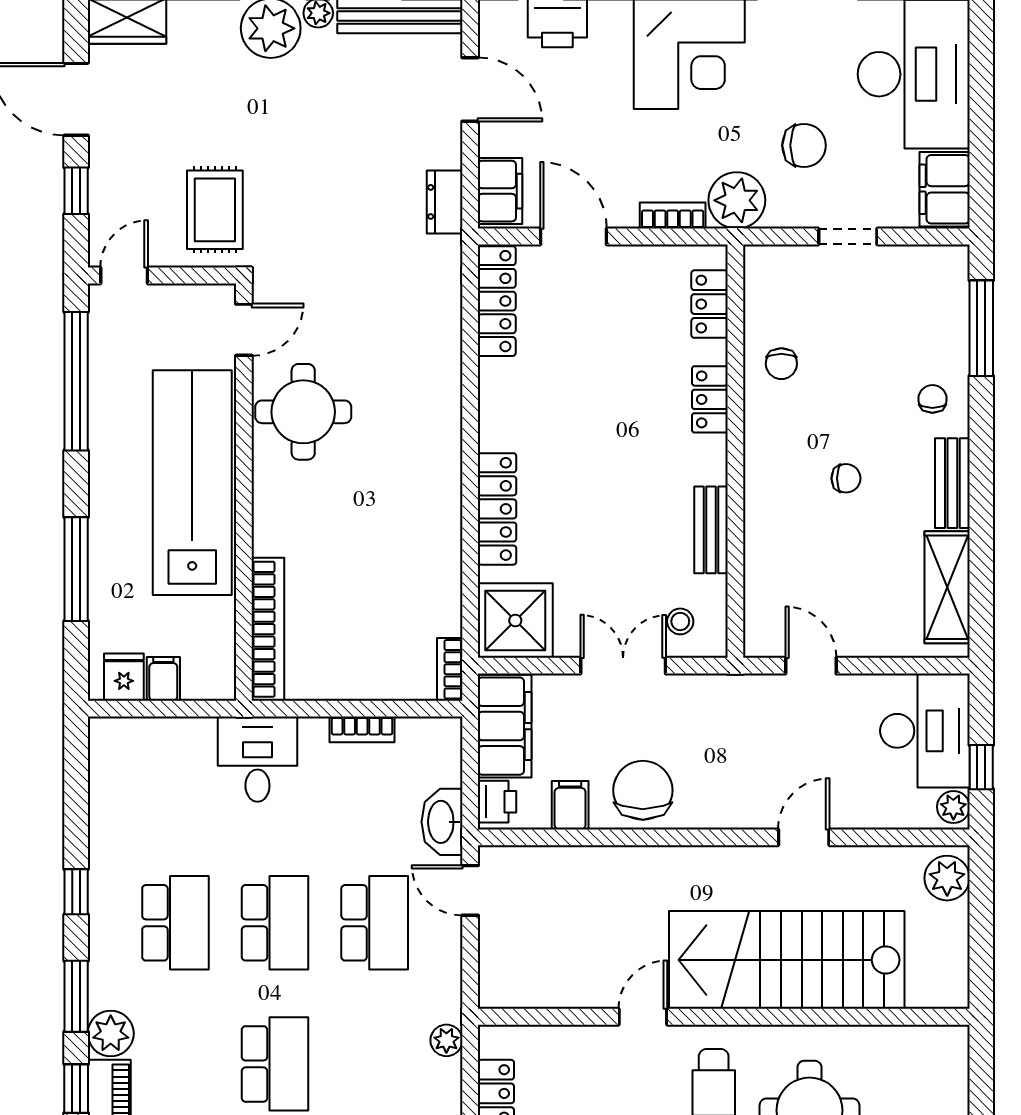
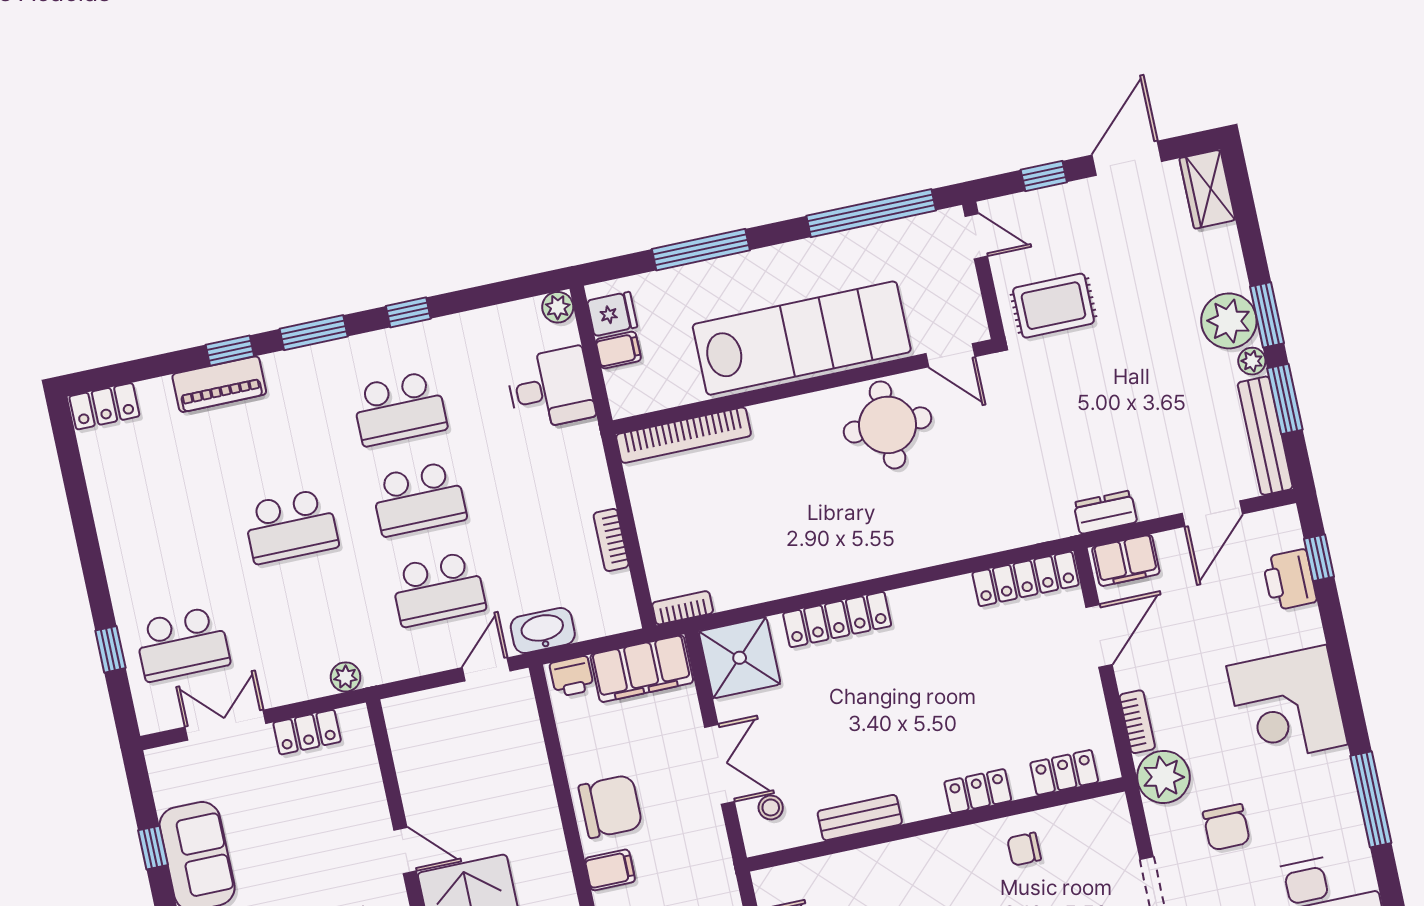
desk: (257, 759) -> (550, 389), moved
filing cabinet: (570, 805) -> (610, 870), moved
plant: (111, 1034) -> (558, 307), moved, width x0.73, depth x0.73

